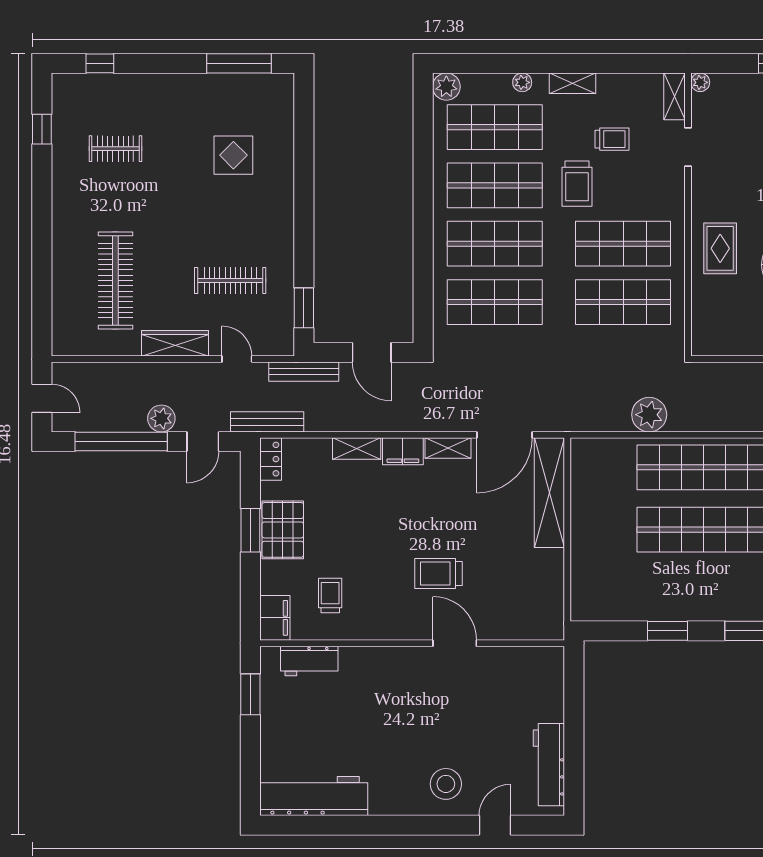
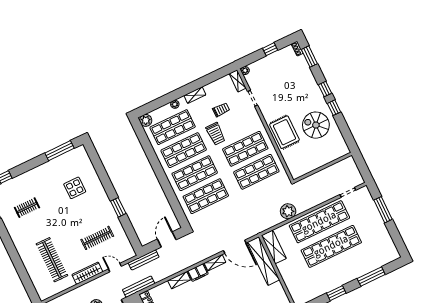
rug: (720, 248) -> (284, 132), width x1.36, depth x1.43
window: (304, 308) -> (118, 207), moved
door: (372, 352) -> (167, 239), swing flipped
door: (504, 435) -> (235, 247), hinge flipped
shelving: (585, 474) -> (274, 247), added

